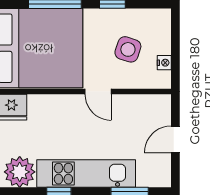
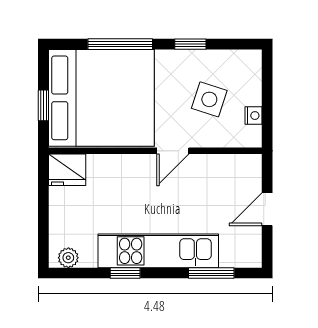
door: (98, 92) -> (173, 151), hinge flipped
plant: (20, 172) -> (68, 258), width x0.53, depth x0.53

